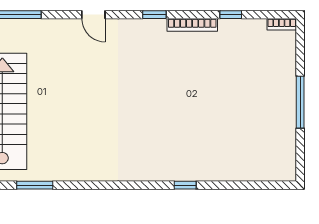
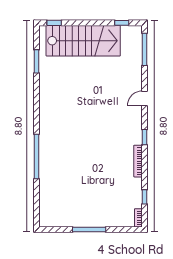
window: (231, 15) -> (145, 197), moved
window: (185, 185) -> (36, 157), width x3.17

